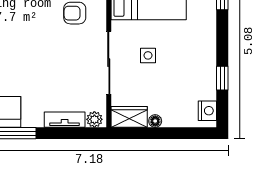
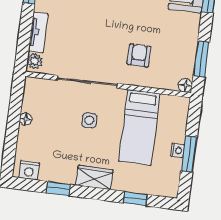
wardrobe: (129, 117) -> (94, 178), moved, turned -90

